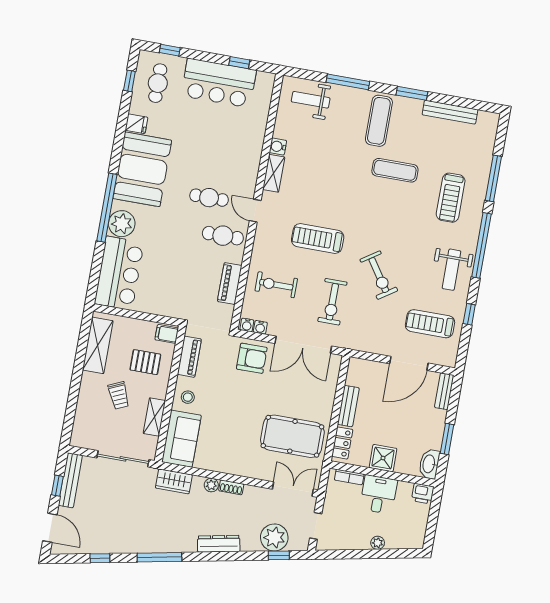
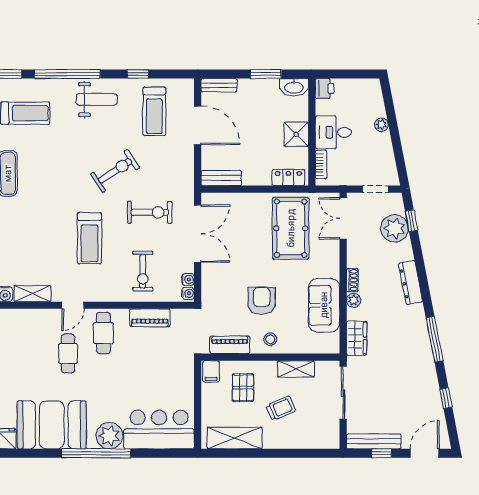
armchair: (252, 358) -> (262, 301), moved
bench: (348, 406) -> (221, 178), moved
sofa: (181, 439) -> (324, 305), moved, turned -90

